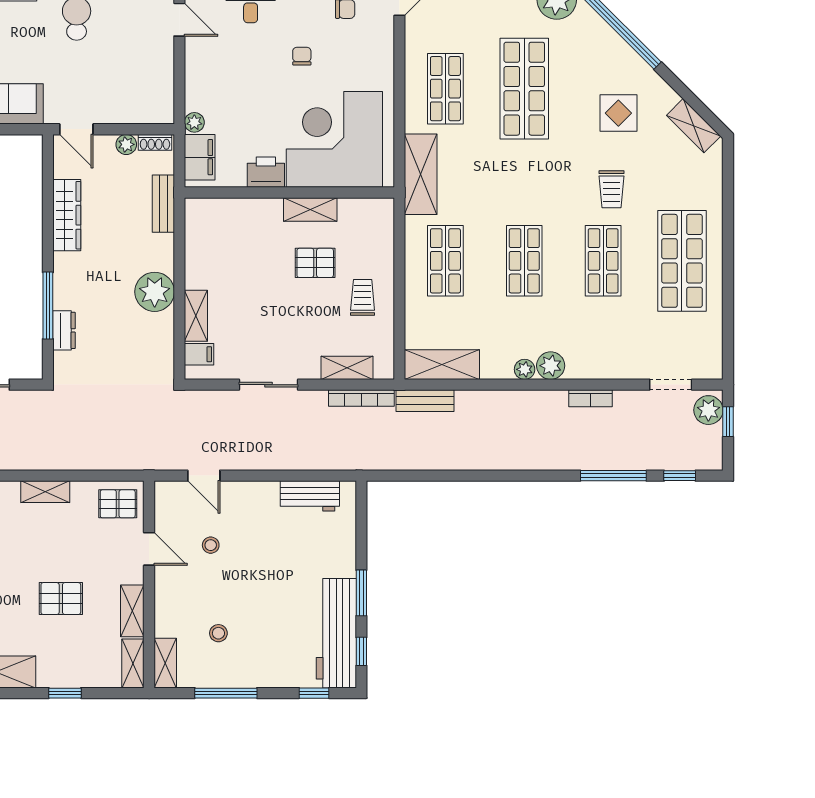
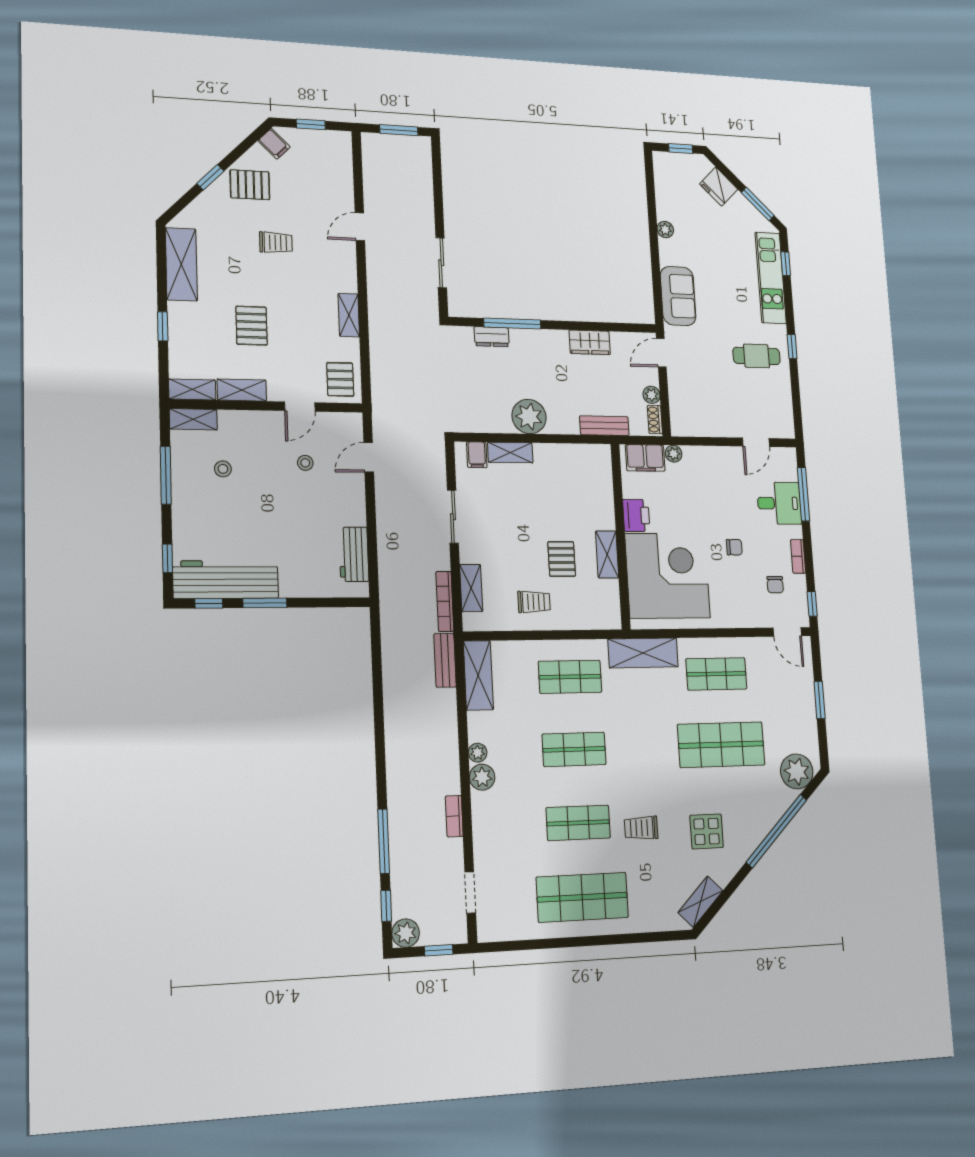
wardrobe: (67, 215) -> (590, 342), width x0.67
plant: (708, 410) -> (406, 933), moved

